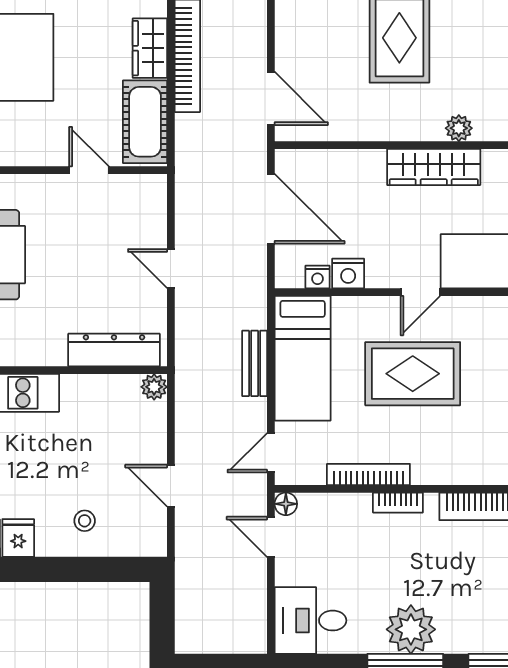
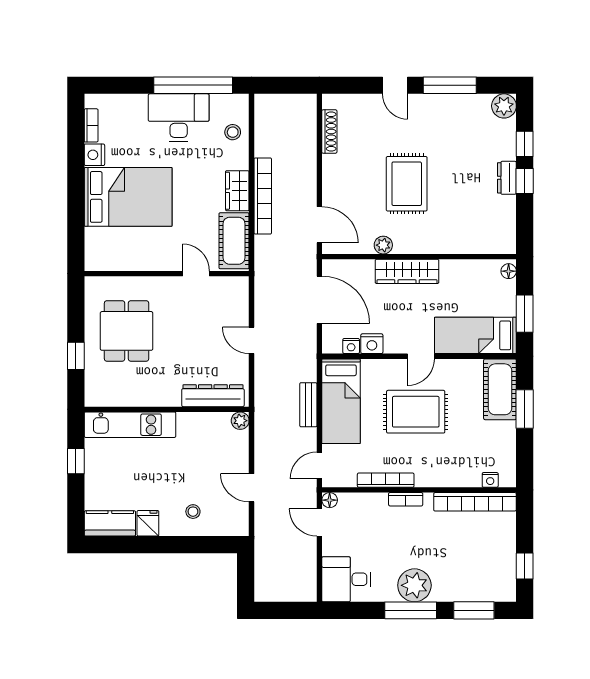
plant: (459, 128) -> (383, 245), moved
wardrobe: (434, 167) -> (407, 271), moved

